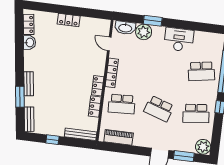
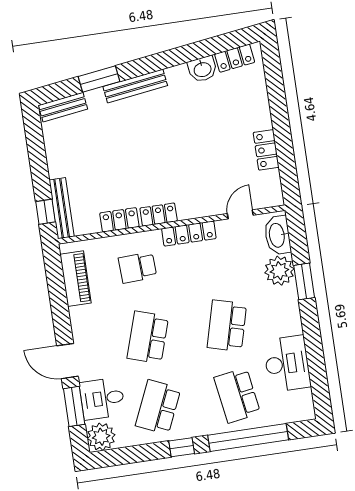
locker: (69, 20) -> (266, 150), moved
desk: (179, 40) -> (287, 364), moved
school desk: (164, 67) -> (227, 326), added
bench: (29, 84) -> (135, 86), width x1.36
school desk: (122, 104) -> (137, 267), width x0.54
school desk: (196, 113) -> (158, 407), turned 30
window: (52, 140) -> (45, 212), moved
desk: (184, 141) -> (102, 399), added

